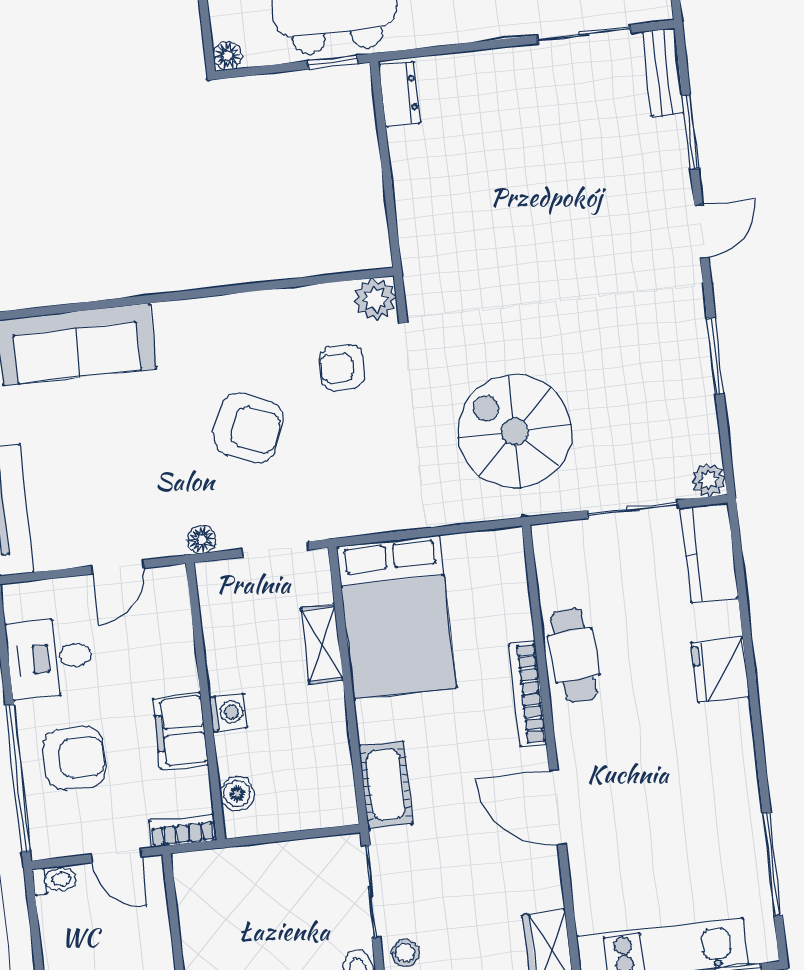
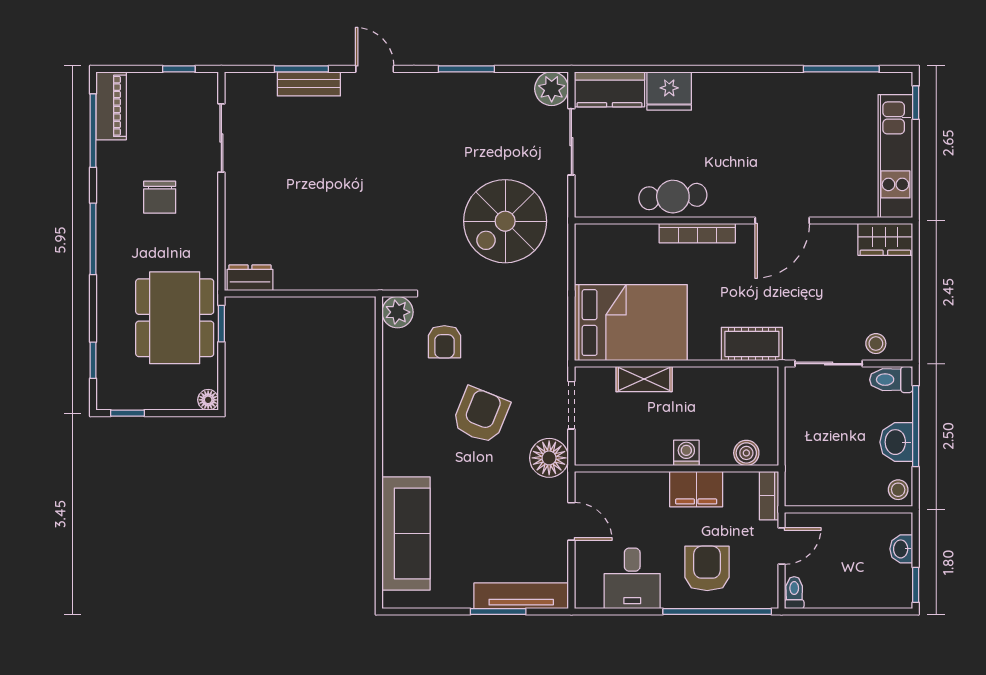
bench: (663, 72) -> (309, 84), moved
plant: (708, 480) -> (552, 89), width x1.38, depth x1.38
floor lamp: (202, 539) -> (549, 458), width x1.89, depth x1.89
fridge: (720, 670) -> (669, 91), moved

